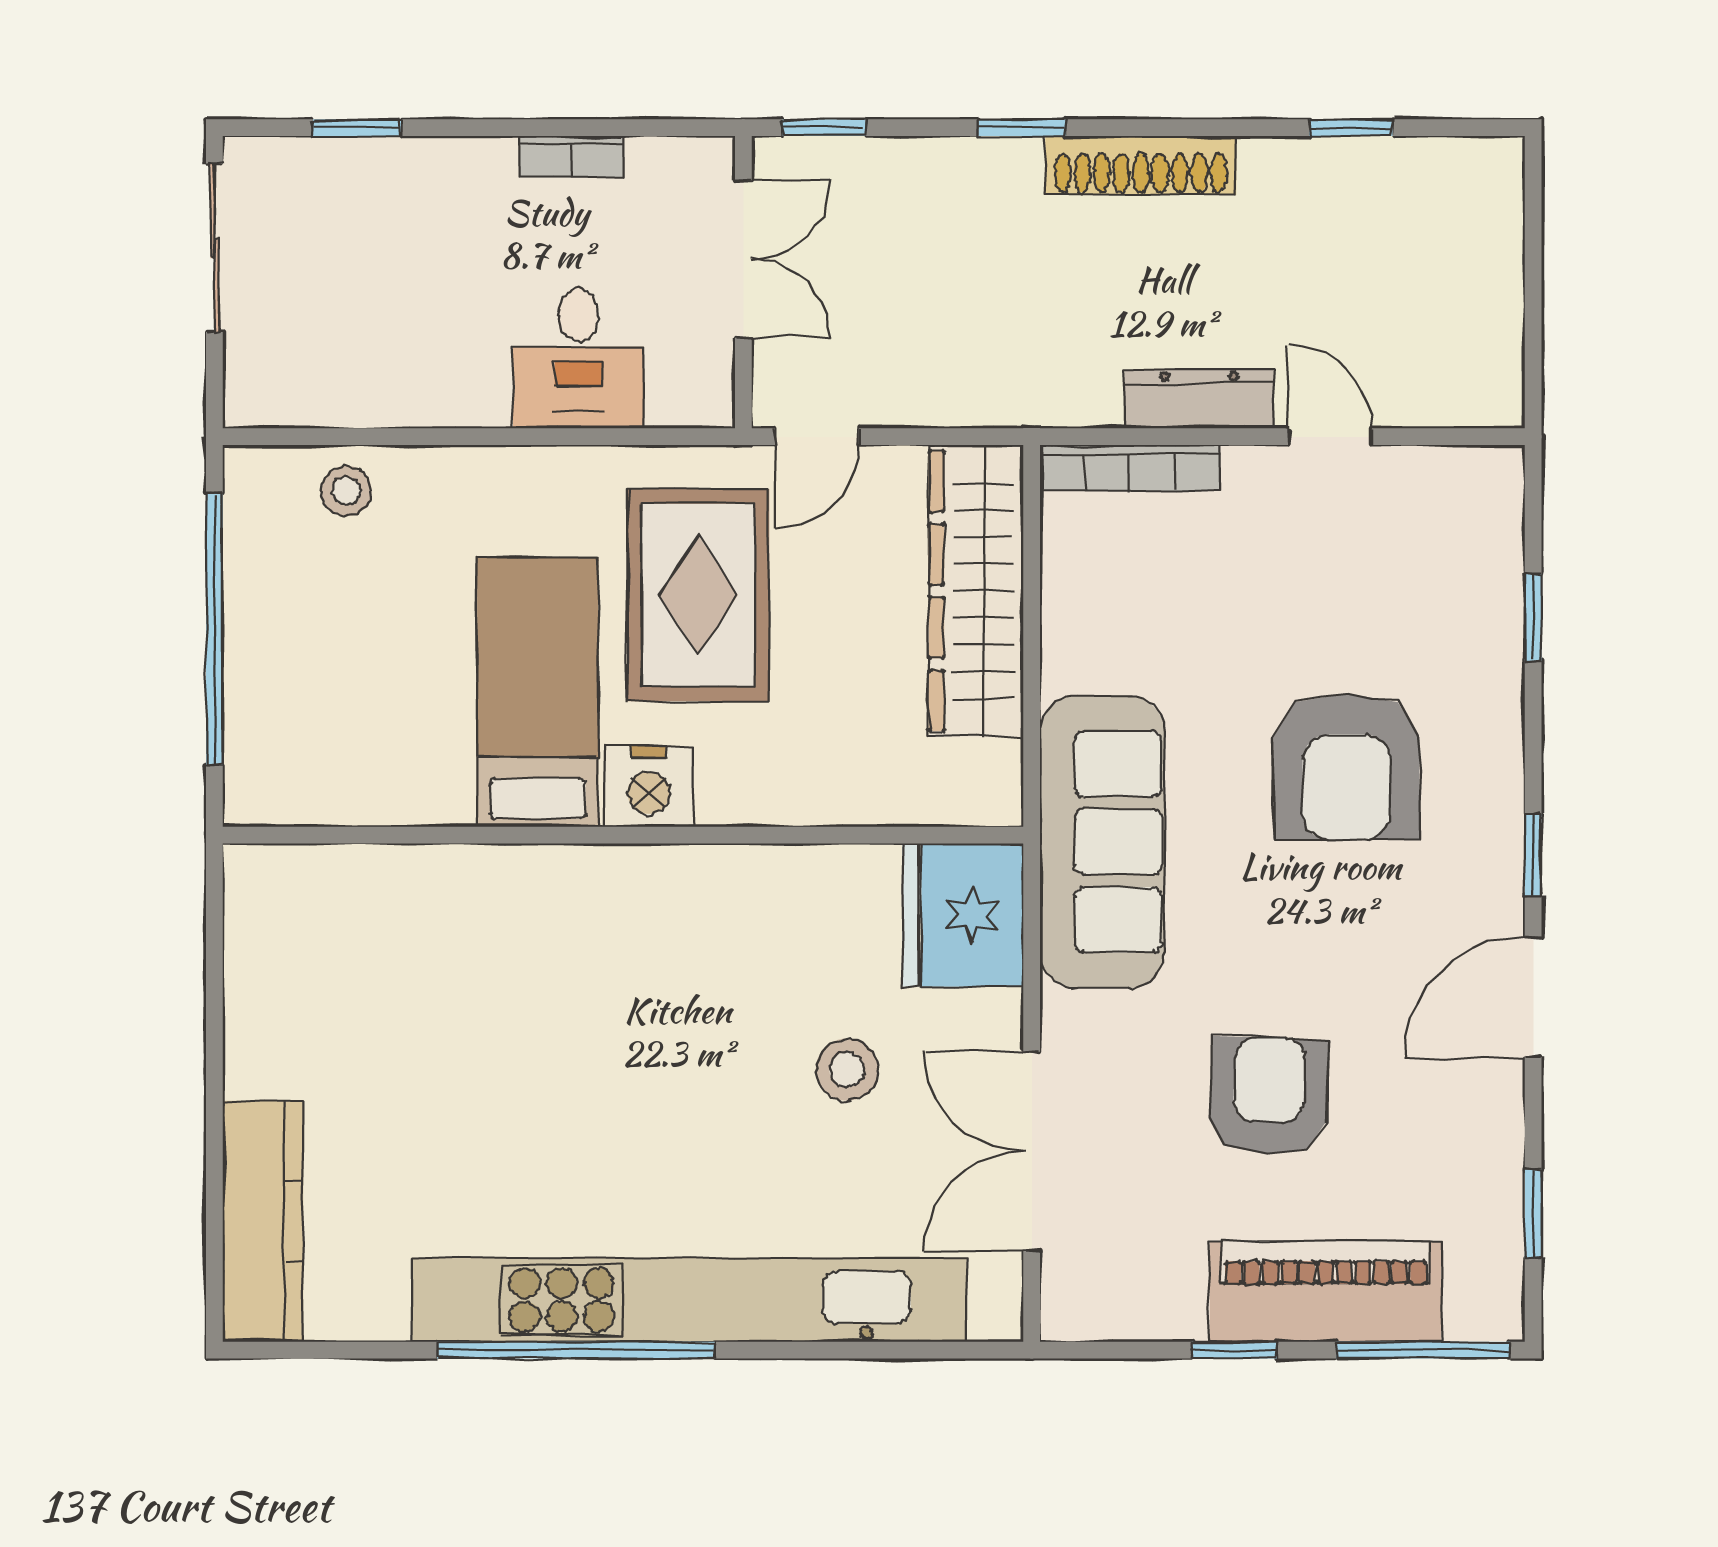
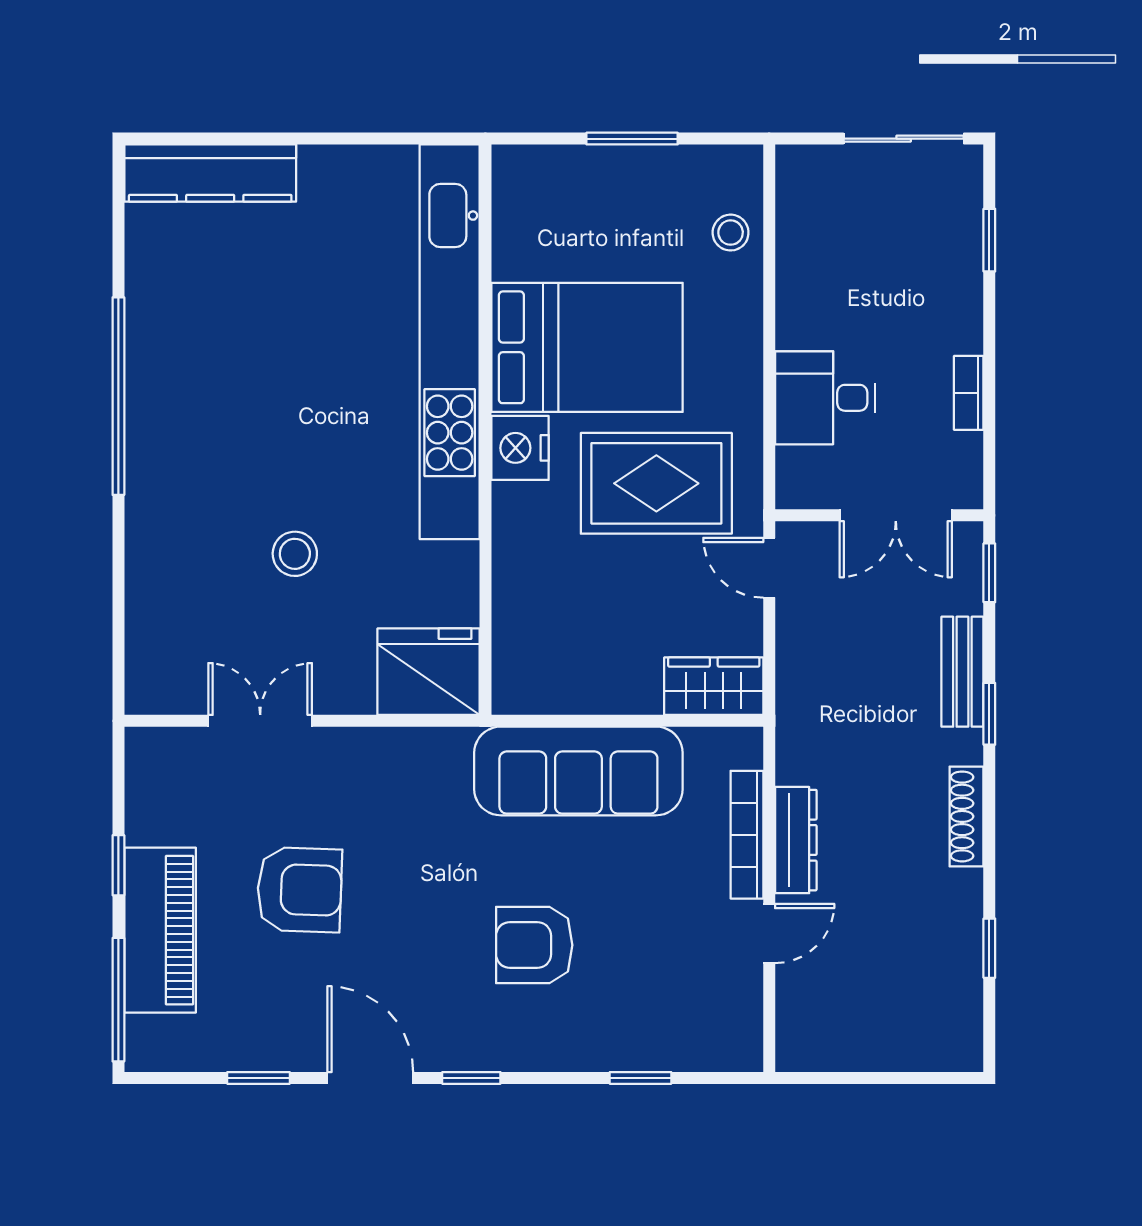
bench: (963, 165) -> (962, 672), added
shoe rack: (1141, 165) -> (966, 816), width x0.74, depth x0.81
bookcase: (1130, 468) -> (747, 835), moved
wardrobe: (976, 591) -> (714, 686), width x0.48, depth x0.85
window: (214, 629) -> (632, 139), width x0.47
bed: (538, 692) -> (587, 347), width x1.50
armchair: (1346, 766) -> (534, 945), width x0.73, depth x0.73
sofa: (1102, 842) -> (578, 771), moved
stool: (847, 1070) -> (295, 554), moved
double door: (1032, 1151) -> (260, 721), width x0.73
window: (1533, 1214) -> (259, 1078), moved
kitchen unit: (689, 1300) -> (450, 342), moved, turned 180

